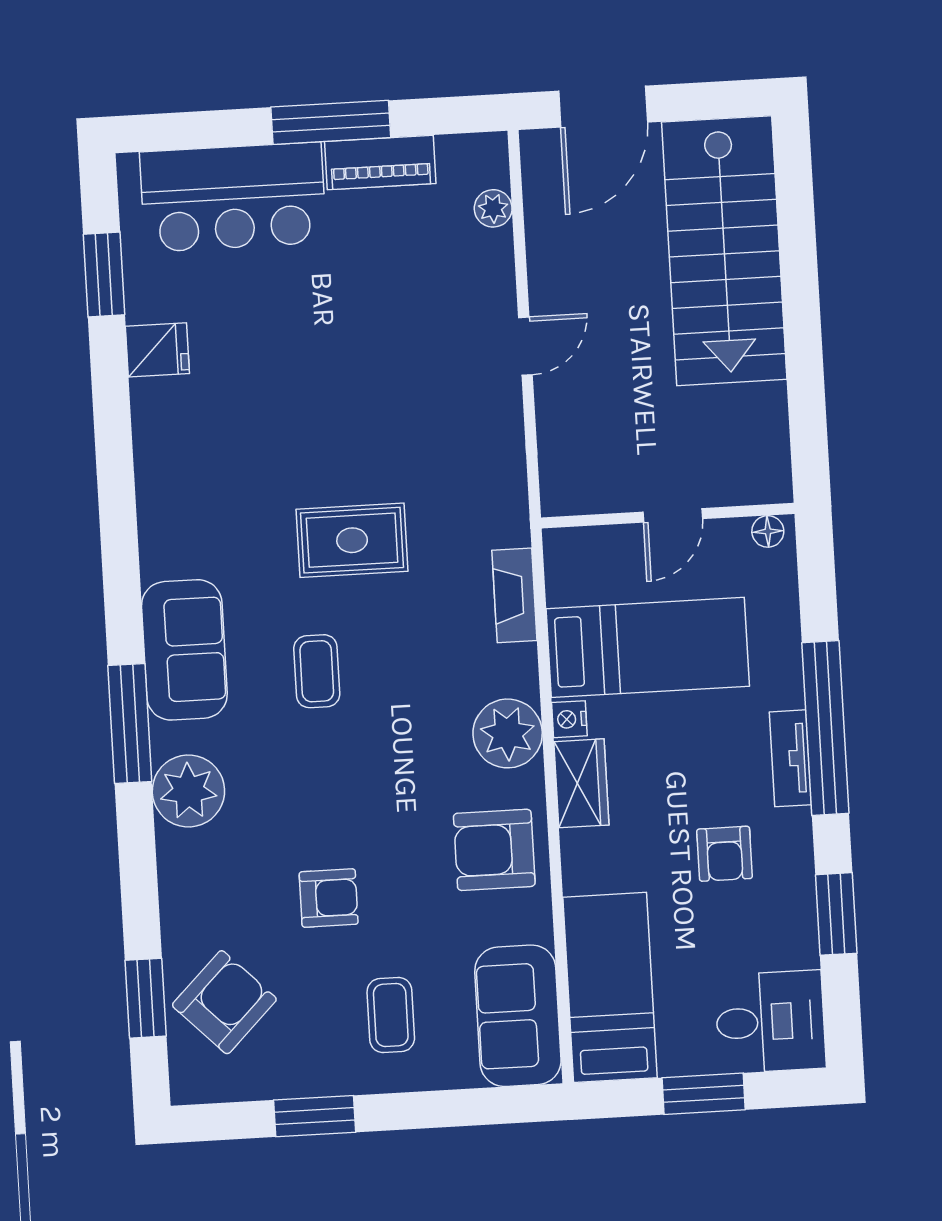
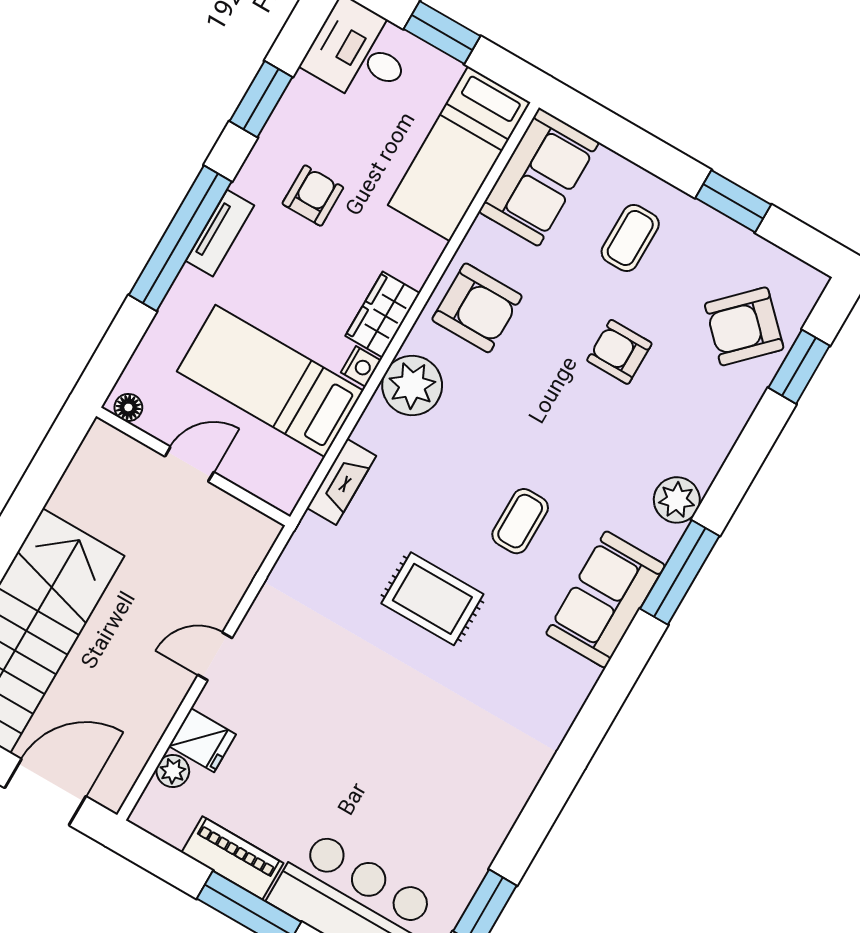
fridge: (157, 350) -> (202, 740), moved, turned 180
plant: (188, 791) -> (677, 500), width x0.73, depth x0.73

